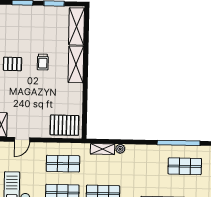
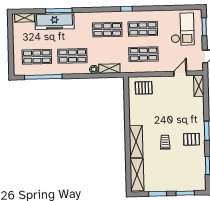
pallet: (64, 125) -> (144, 88), width x0.67, depth x0.71
shop shelf: (144, 165) -> (72, 56), added

